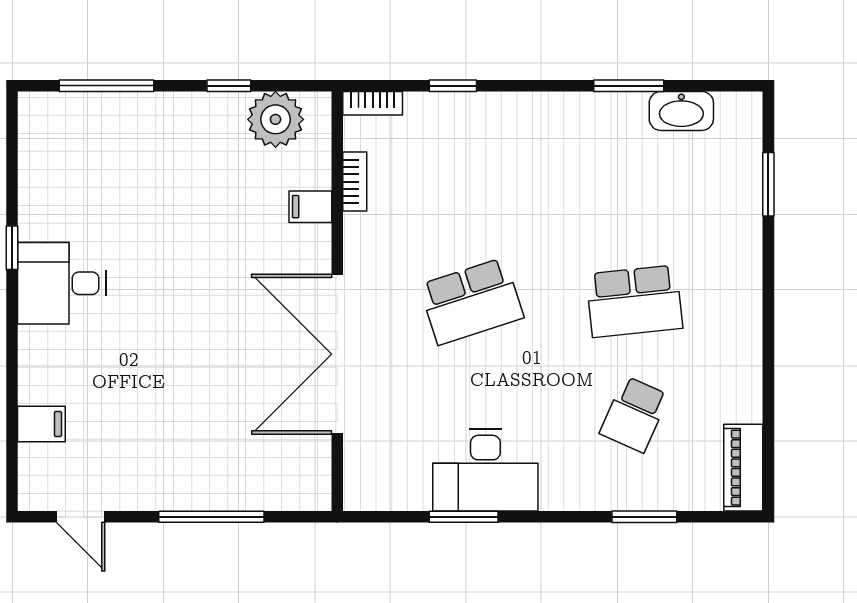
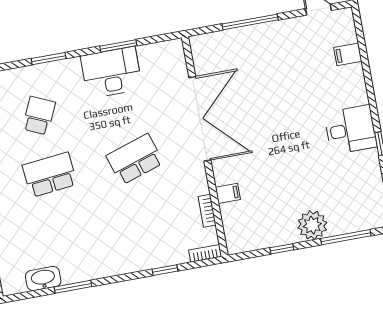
plant: (276, 119) -> (312, 225), moved
window: (644, 517) -> (49, 59), moved

